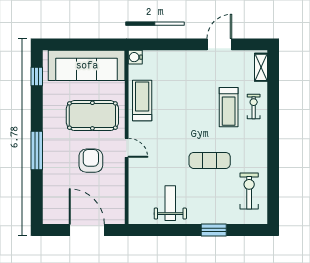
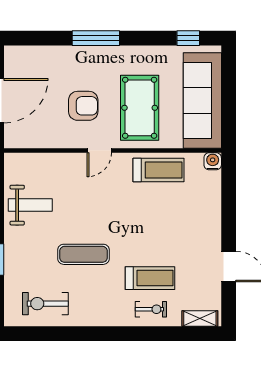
treadmill: (229, 107) -> (150, 278), turned 180
exercise mat: (210, 160) -> (83, 254), turned 90
exercise bike: (249, 191) -> (45, 304), turned 180

